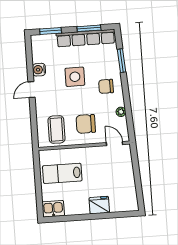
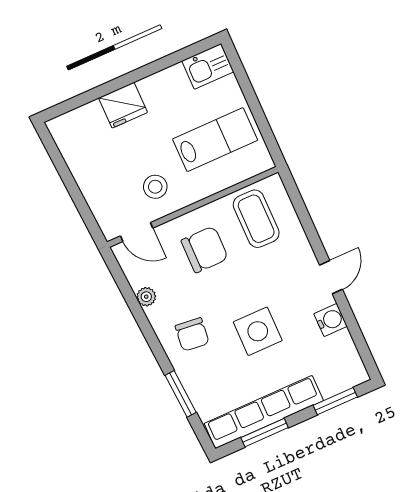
chair: (106, 86) -> (192, 334), turned 96
stool: (98, 162) -> (155, 187), added

